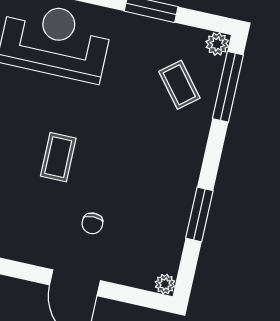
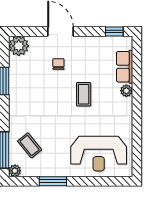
plant: (165, 284) -> (19, 46), width x1.87, depth x1.87

